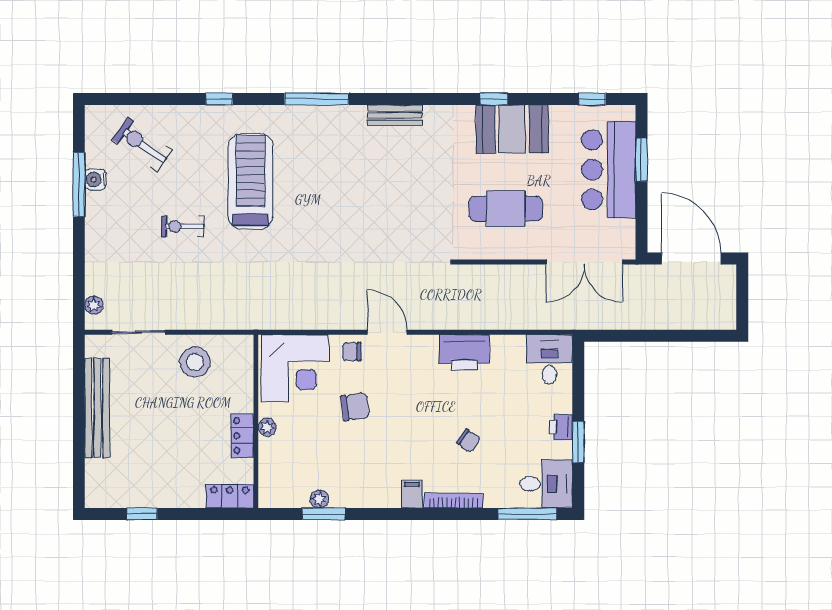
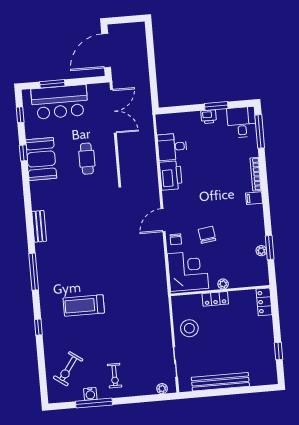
window: (494, 99) -> (23, 153), moved
treadmill: (251, 181) -> (84, 305), width x0.73, depth x0.73
cafe table: (506, 209) -> (87, 159), width x0.73, depth x0.74
exercise bike: (183, 226) -> (115, 376), moved
desk: (549, 359) -> (172, 147), moved
locker: (242, 436) -> (215, 299), moved
chair: (468, 441) -> (221, 169), removed

